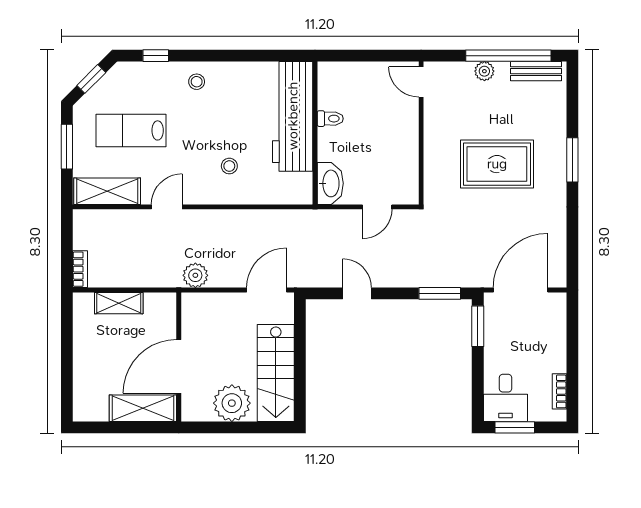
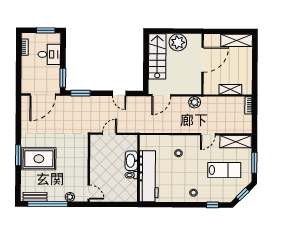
plant: (484, 71) -> (70, 197), moved
rug: (497, 164) -> (39, 159), moved
washbasin: (330, 183) -> (131, 161), moved
desk: (505, 398) -> (49, 54), moved, turned 90
shelving: (143, 408) -> (237, 40), moved

